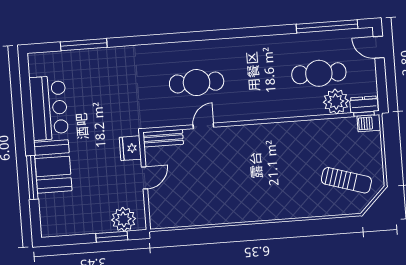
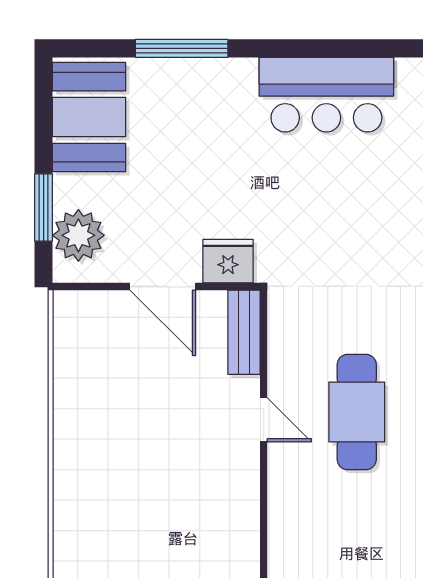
booth: (53, 166) -> (89, 117), moved, turned 90
door: (145, 178) -> (163, 286), width x1.38

